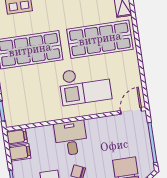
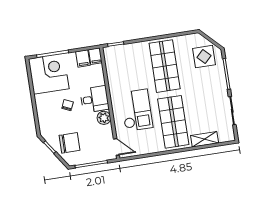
checkout: (85, 85) -> (137, 110), turned 180
plant: (94, 126) -> (104, 118), added

